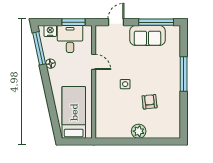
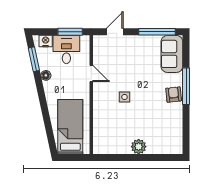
sofa: (147, 36) -> (172, 54), moved, turned 90
window: (39, 48) -> (34, 59), width x0.69
armchair: (150, 102) -> (174, 94), moved

